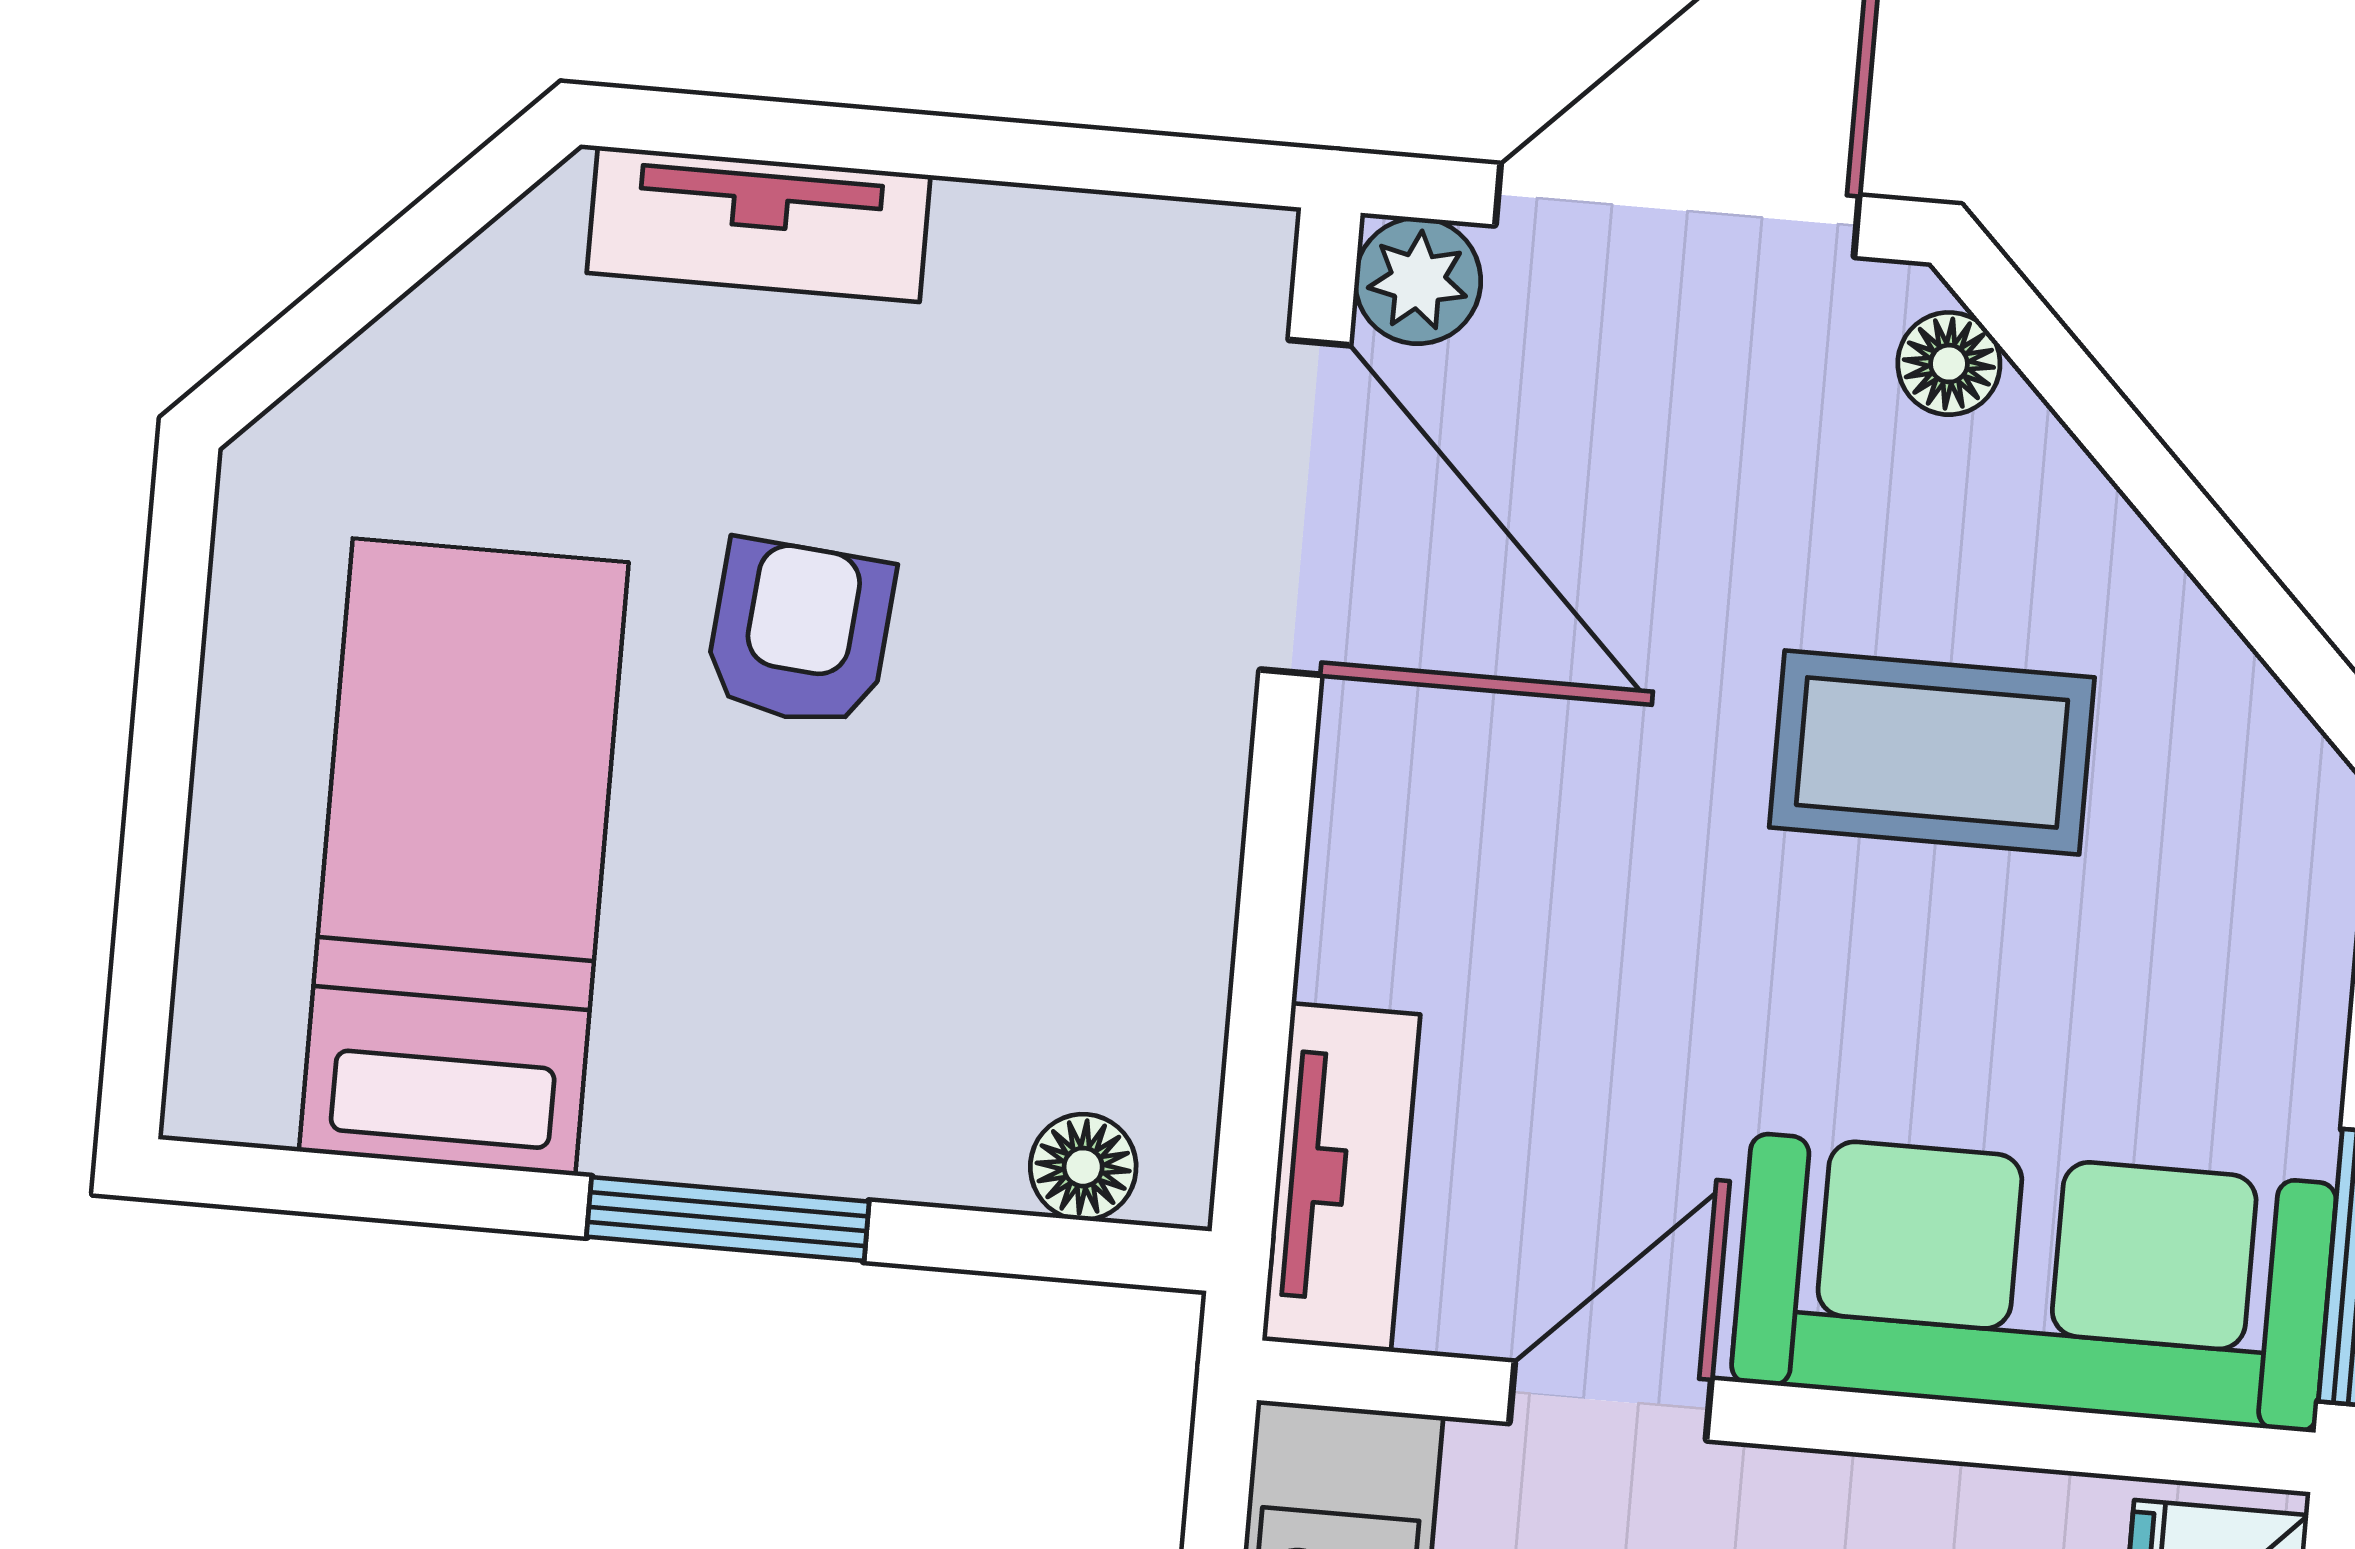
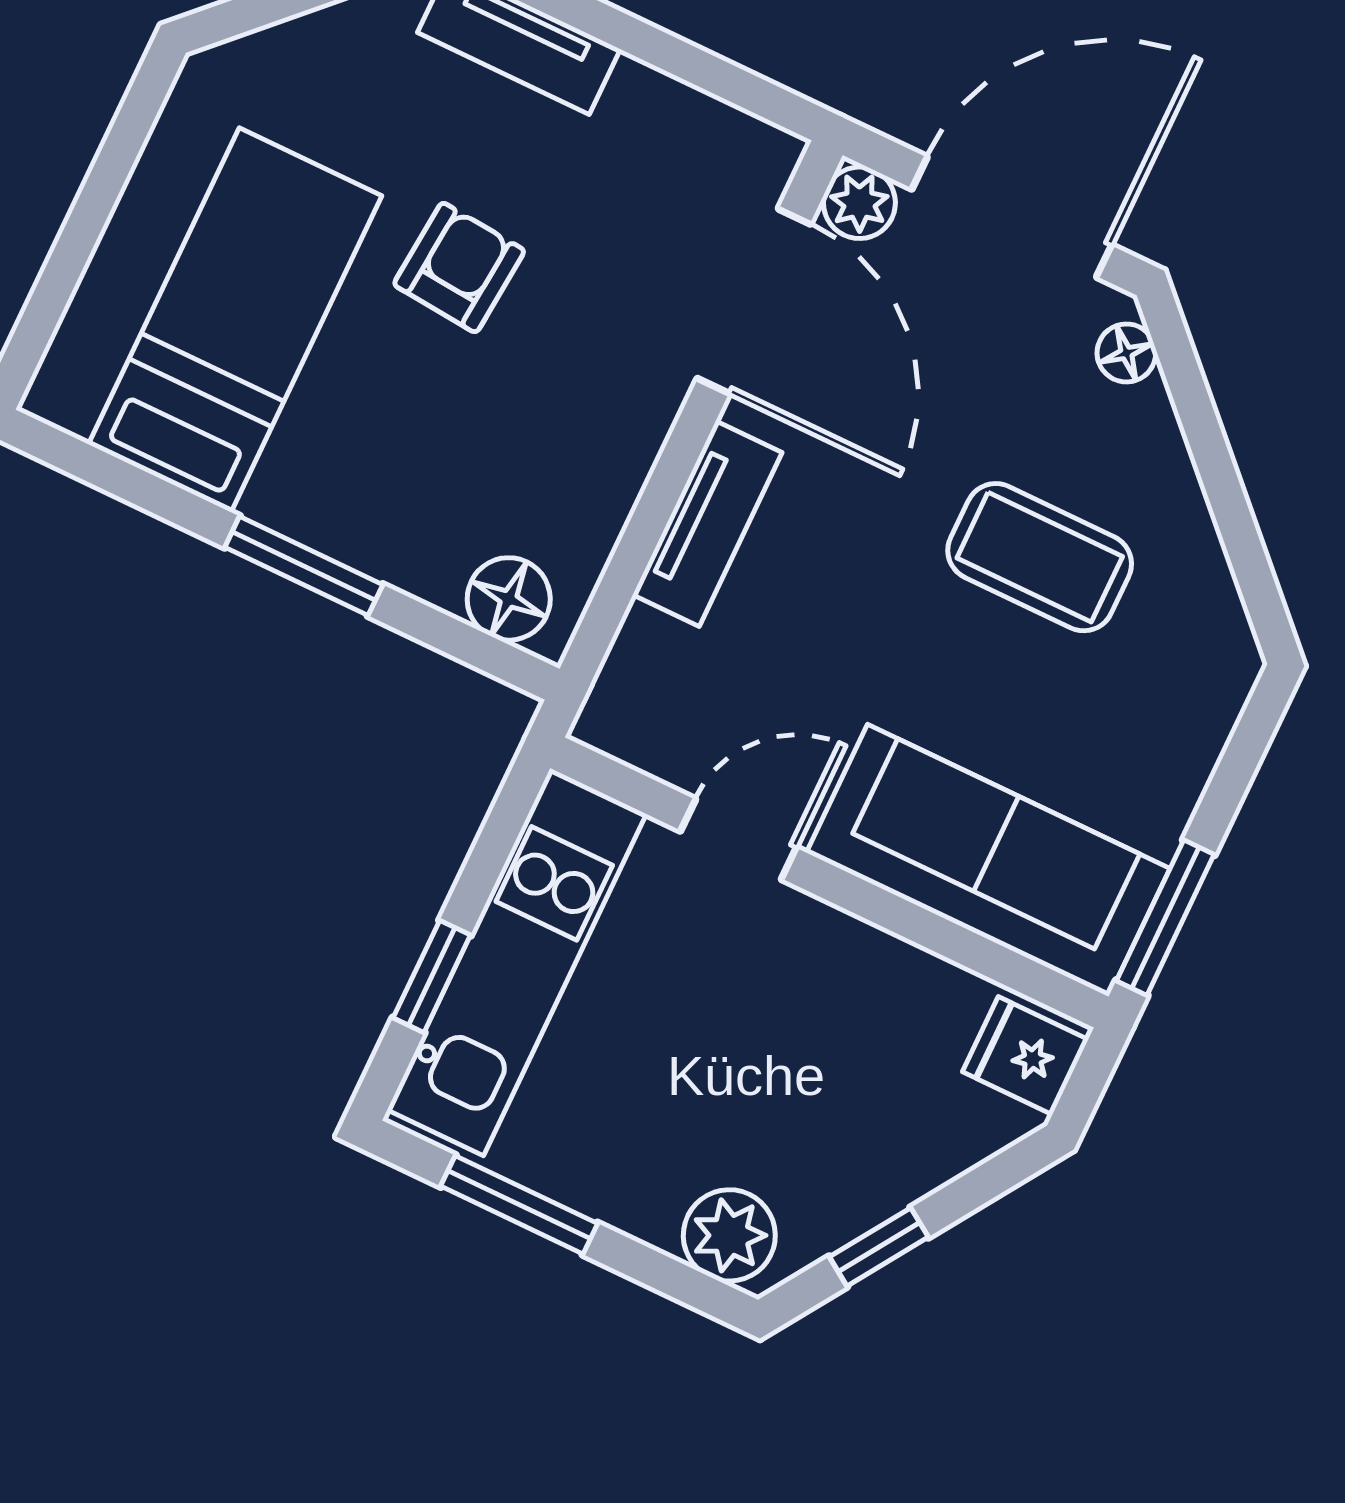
floor lamp: (1083, 1167) -> (509, 599), width x1.37, depth x1.37
tv unit: (1341, 1177) -> (707, 524), moved

